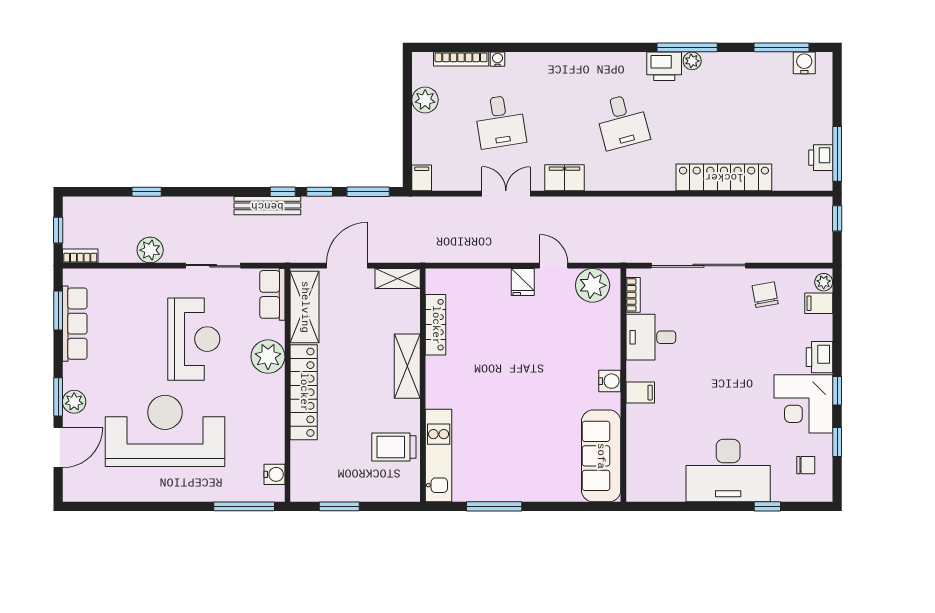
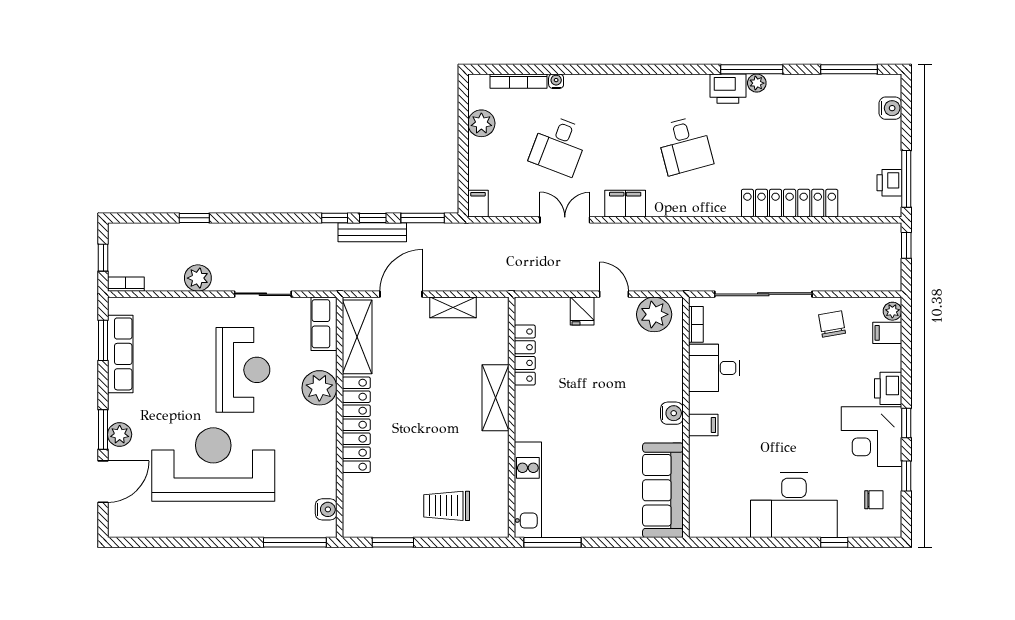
water cooler: (804, 63) -> (890, 108), moved, turned 90
desk: (500, 121) -> (559, 145), turned 30
bench: (267, 206) -> (372, 232), moved
locker: (436, 325) -> (525, 355), moved
shelving: (407, 366) -> (496, 398), moved
wall: (423, 385) -> (512, 417), moved
trolley: (394, 447) -> (447, 506), moved
kitchen unit: (439, 455) -> (528, 490), moved

